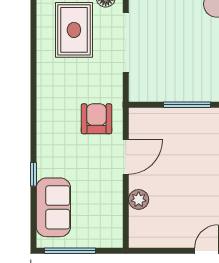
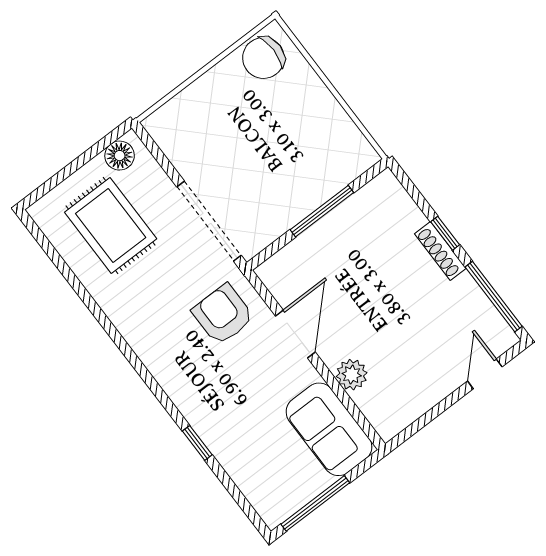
doorway: (126, 43) -> (209, 221), moved
sofa: (53, 207) -> (329, 429), moved, turned 180

